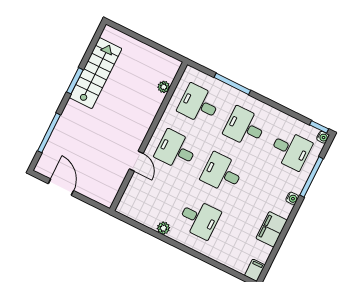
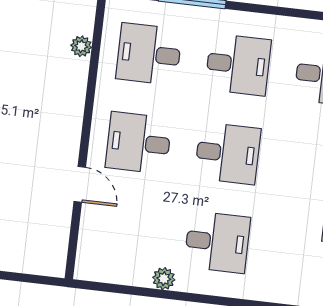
desk: (245, 127) -> (238, 65), turned 180
desk: (222, 173) -> (228, 153), turned 180

